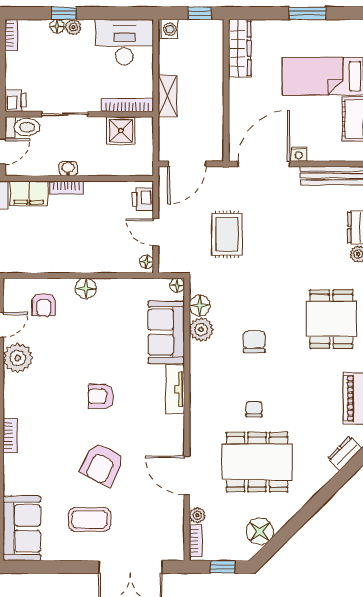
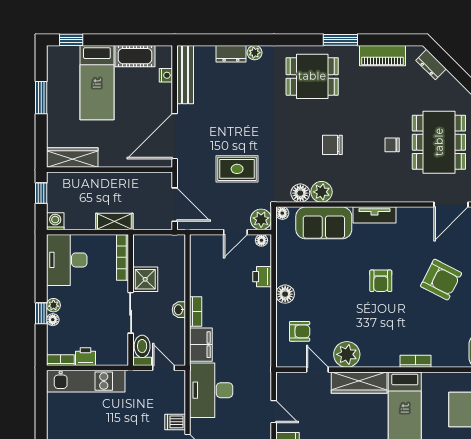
printer: (15, 101) -> (85, 357), moved
shower: (121, 131) -> (145, 279), moved
nightstand: (299, 154) -> (166, 75), moved
door: (264, 164) -> (175, 136), hinge flipped
printer: (143, 199) -> (262, 277), moved, turned 90
plant: (170, 261) -> (261, 219), added

